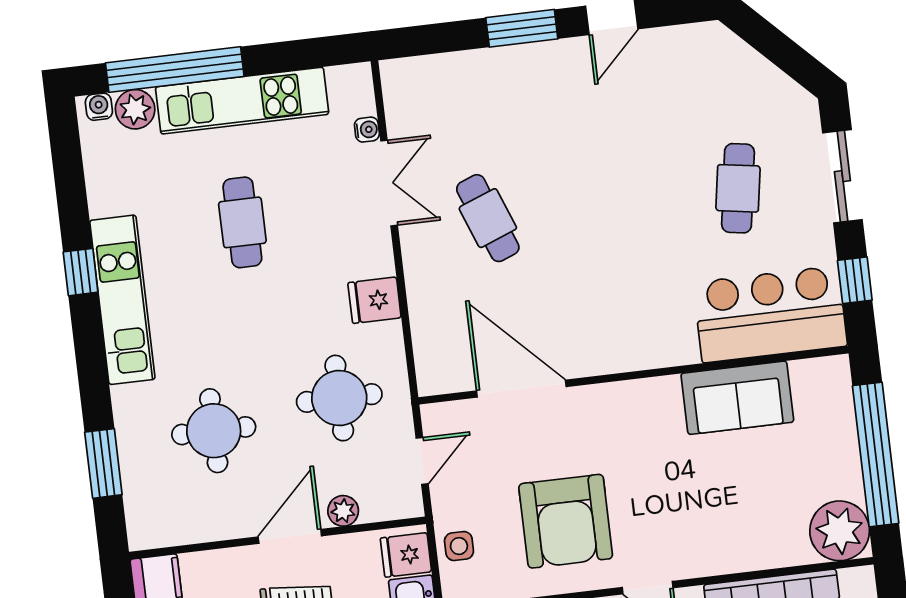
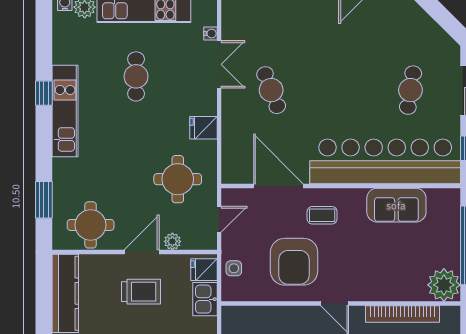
bar counter: (770, 314) -> (385, 161), width x1.86
round table: (214, 431) -> (91, 225), moved
coffee table: (606, 432) -> (322, 215), added

